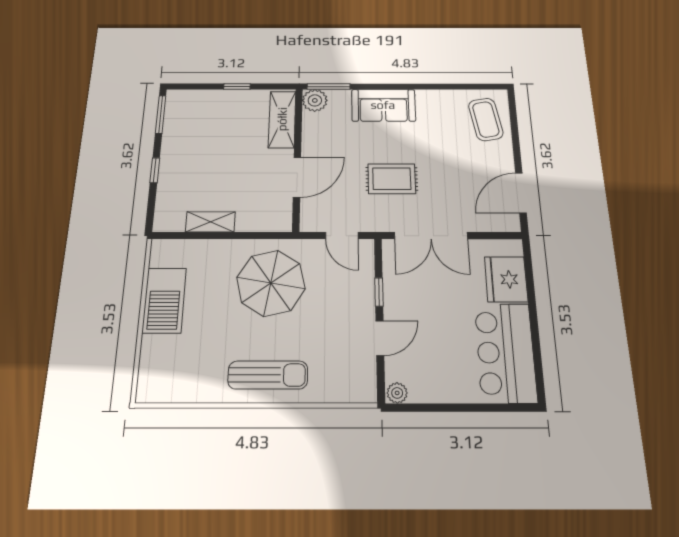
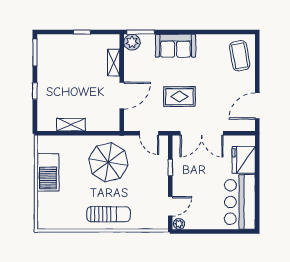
shelving: (282, 119) -> (114, 63), width x0.67, depth x0.75
door: (380, 338) -> (170, 206), moved

